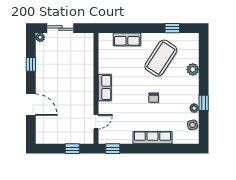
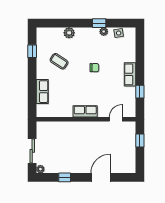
coffee table: (161, 58) -> (59, 61), width x0.54, depth x0.58
door: (96, 122) -> (116, 119), hinge flipped
row of seats: (153, 138) -> (130, 74), width x0.68
window: (113, 149) -> (140, 92), moved

